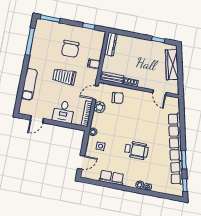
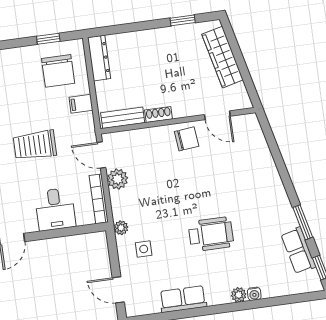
chair: (70, 49) -> (58, 71), moved
door: (95, 93) -> (101, 155), hinge flipped
chair: (118, 98) -> (187, 139), moved
row of seats: (175, 137) -> (273, 186), removed
door: (81, 162) -> (118, 290), swing flipped

